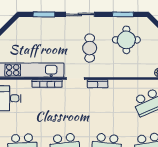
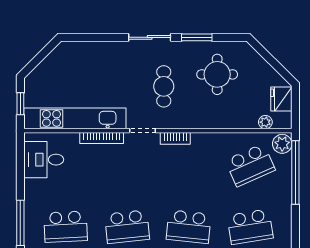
window: (44, 14) -> (97, 37), removed
window: (123, 14) -> (197, 37), moved

